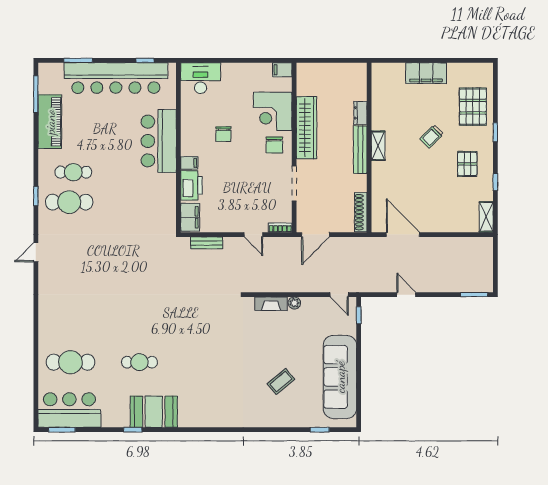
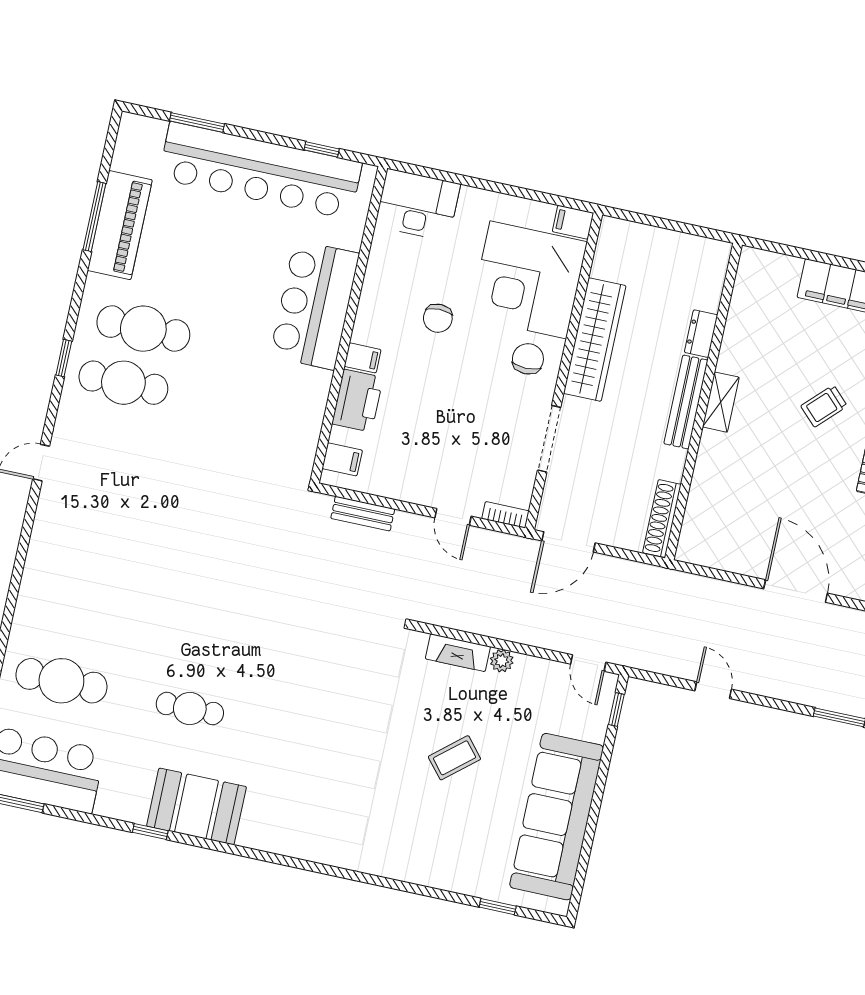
window: (36, 94) -> (94, 217), moved
corner desk: (273, 111) -> (528, 280), width x1.36, depth x1.36
chair: (274, 145) -> (528, 359), turned 180
cafe table: (73, 172) -> (143, 329), width x1.37, depth x1.35
filing cabinet: (190, 217) -> (342, 459), width x0.50
door: (403, 235) -> (796, 591), moved
coffee table: (281, 382) -> (454, 758), moved

